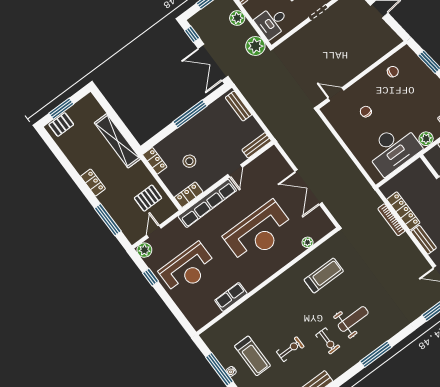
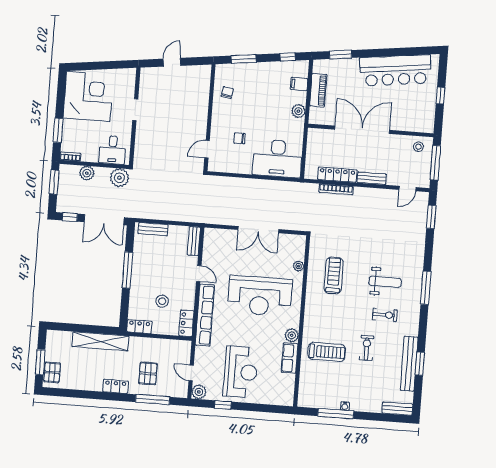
desk: (393, 149) -> (277, 158), moved, turned 90
pallet: (148, 198) -> (148, 373), moved
reception desk: (259, 233) -> (260, 296), turned 90
plant: (250, 283) -> (292, 335), added
weight bench: (353, 319) -> (385, 282), turned 90
treadmill: (252, 356) -> (327, 352), moved

